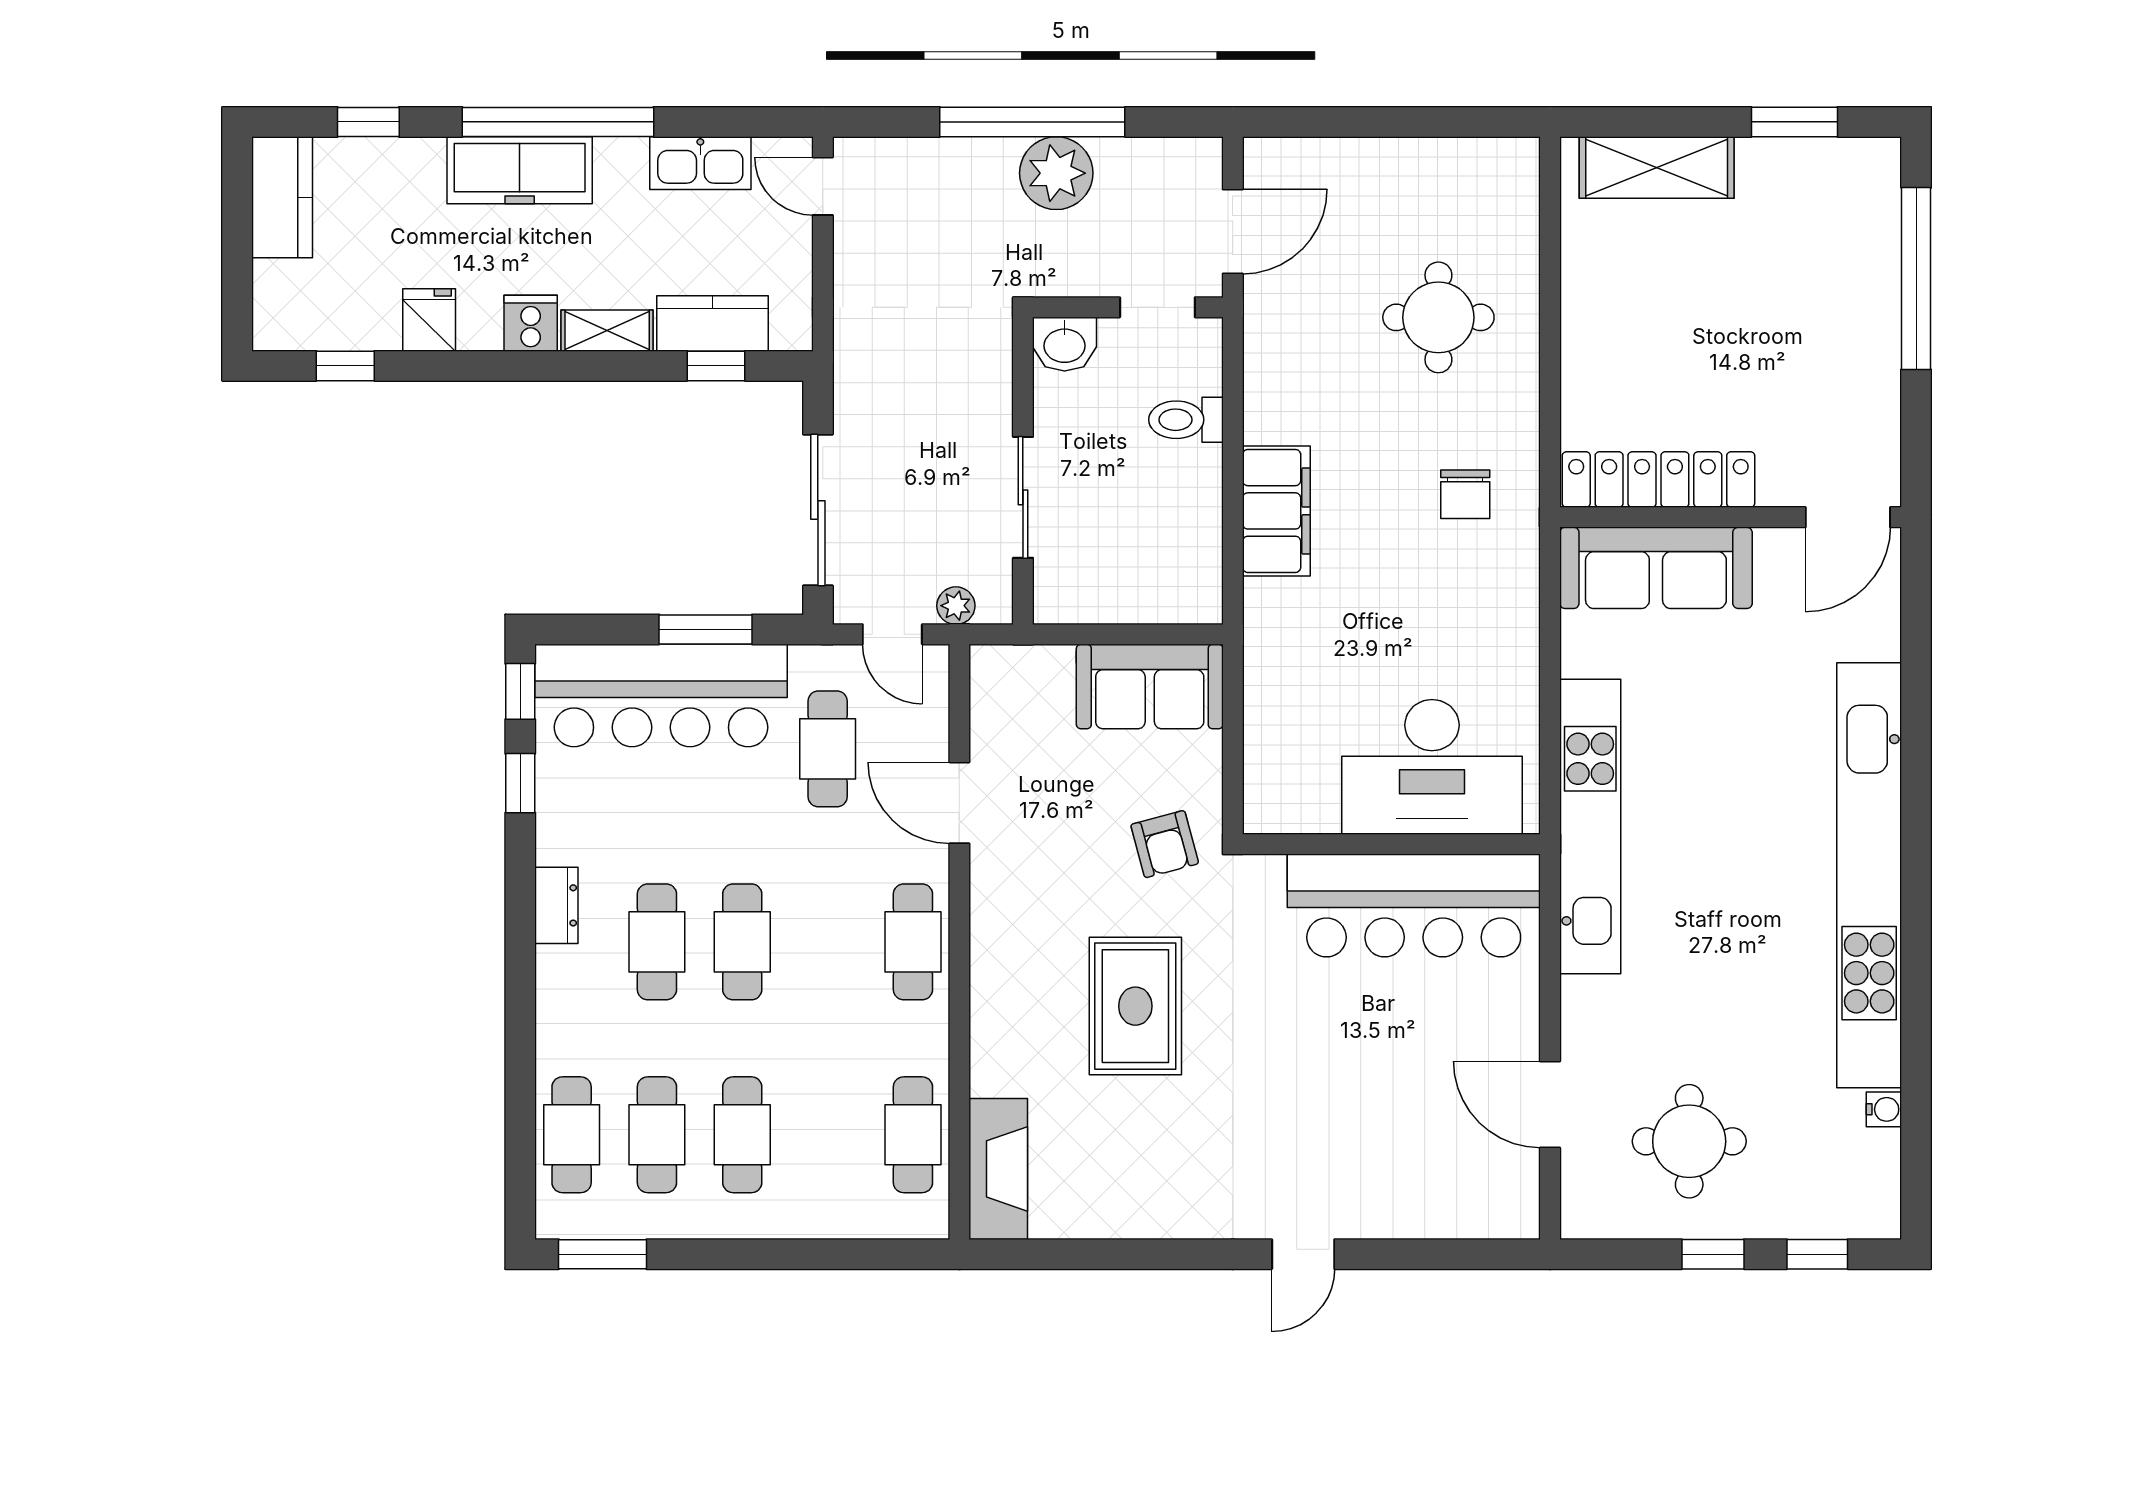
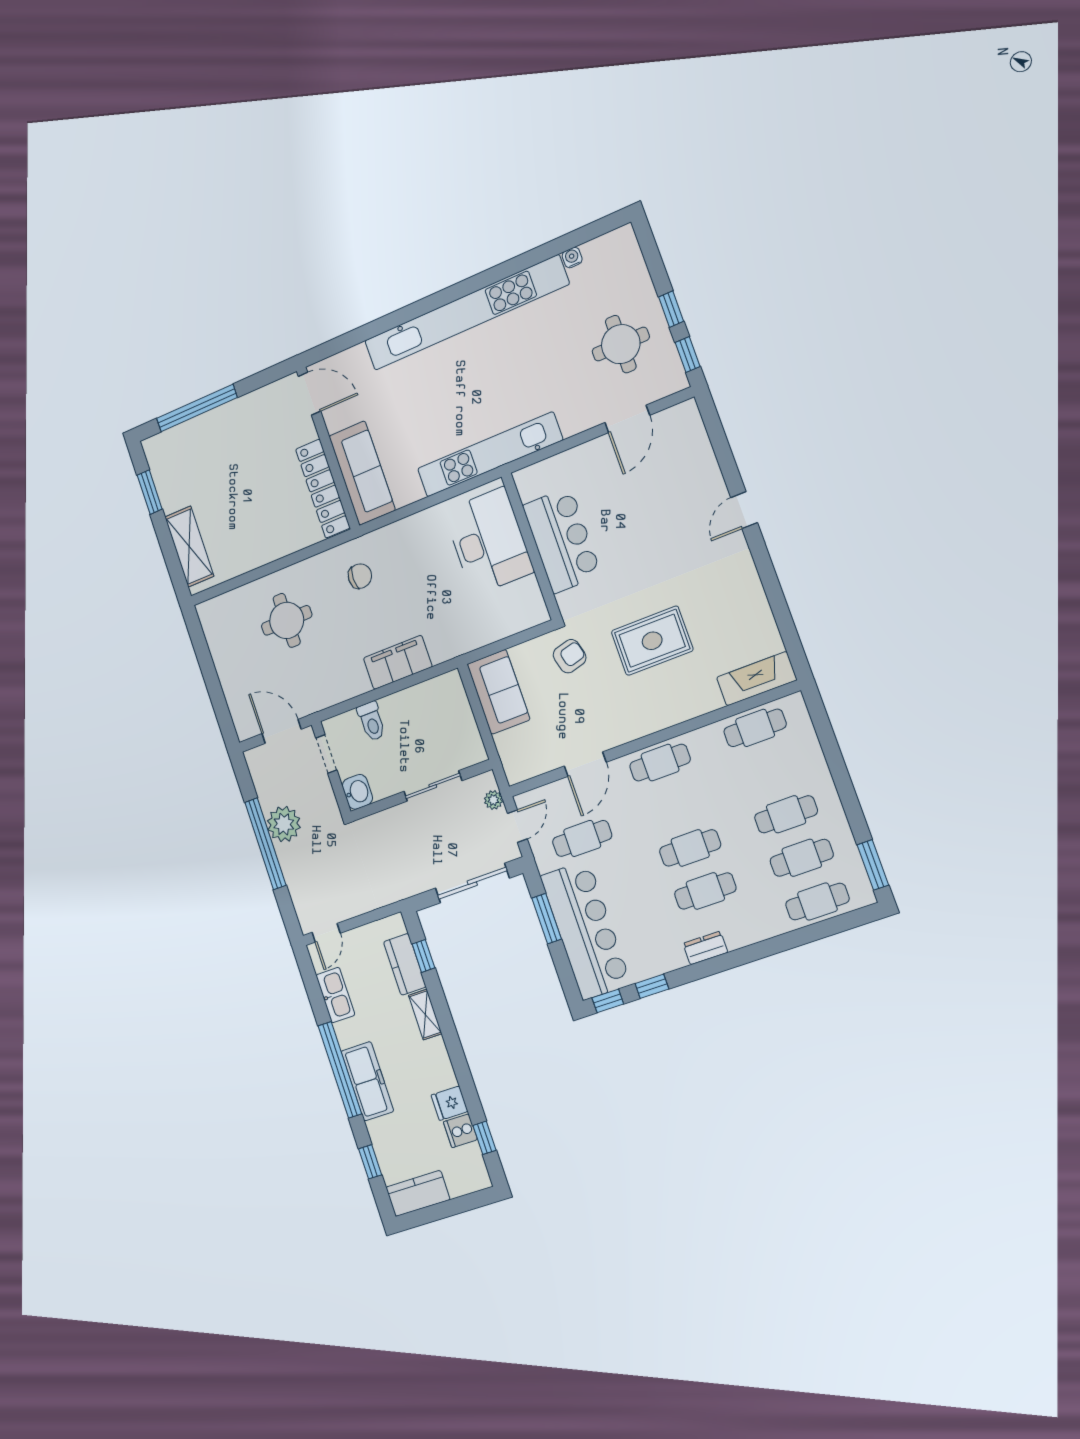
cooker: (531, 323) -> (460, 1131), moved
bar counter: (1414, 905) -> (562, 540), width x0.73
door: (1303, 1254) -> (744, 510), swing flipped
window: (1817, 1254) -> (688, 354), moved

